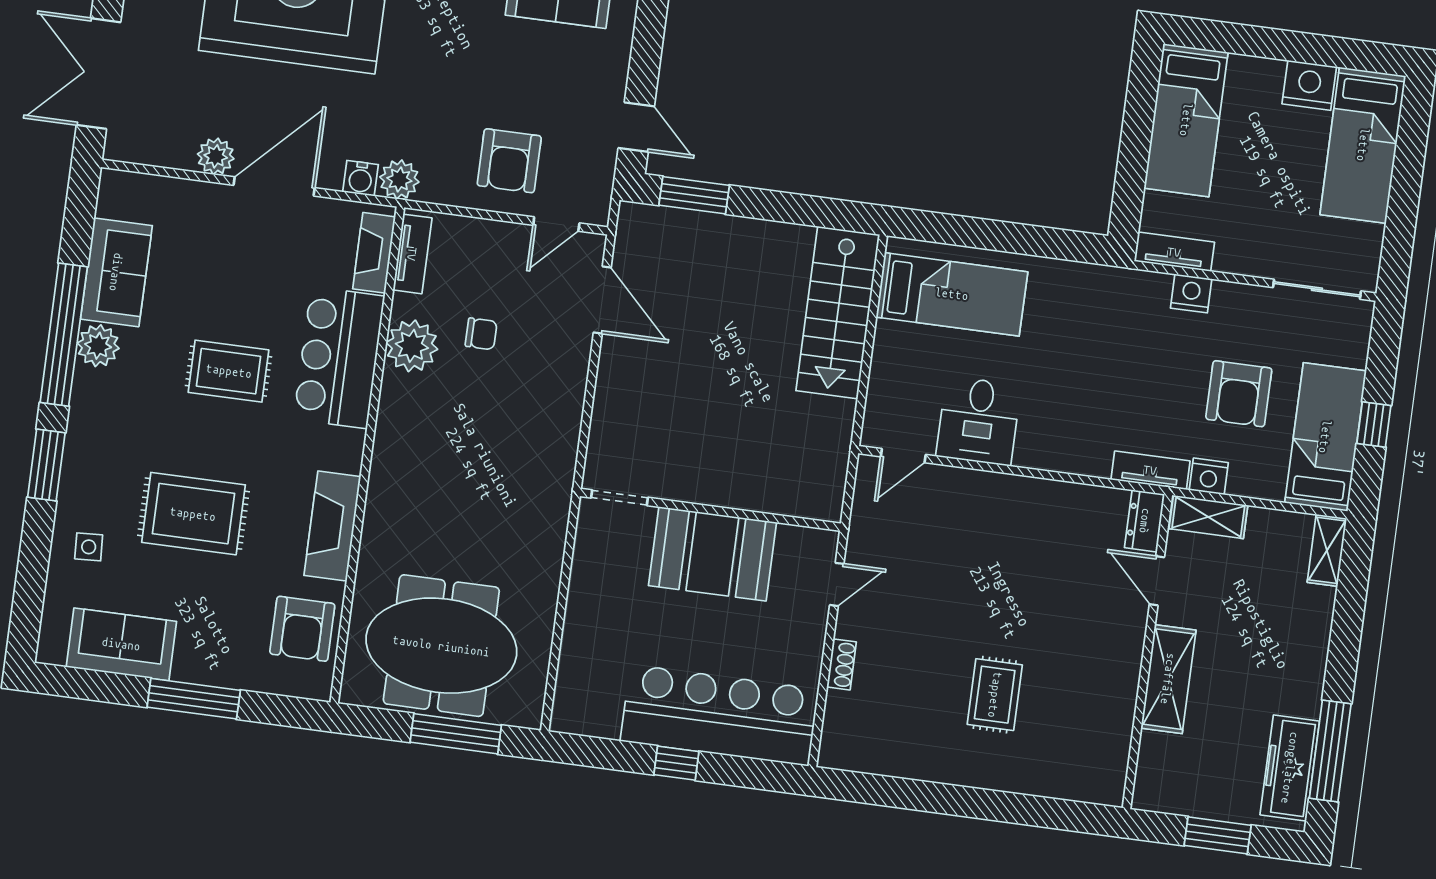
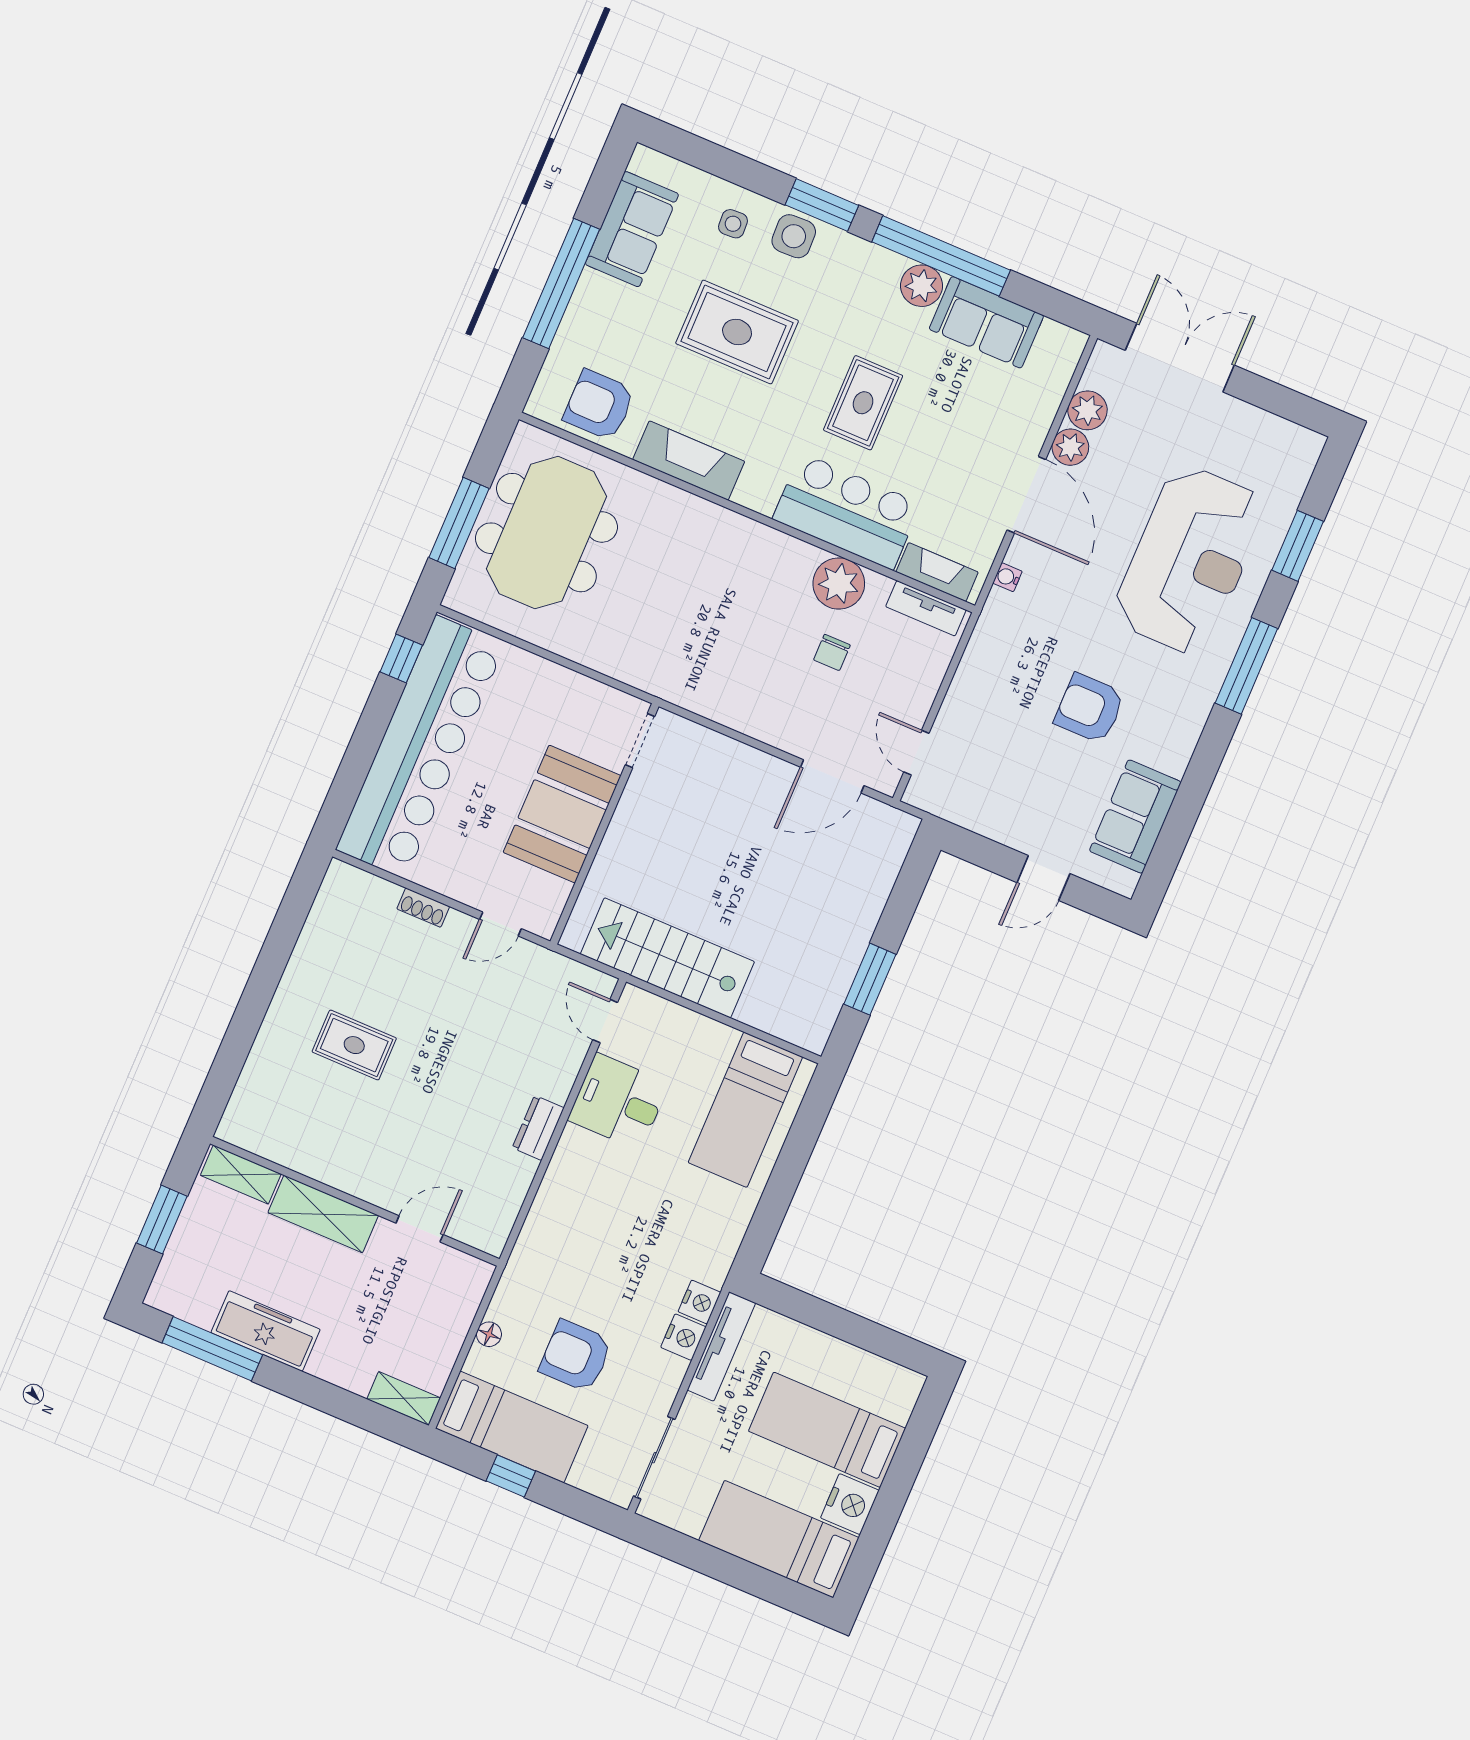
bed: (1186, 120) -> (827, 1430), moved
door: (636, 127) -> (1043, 878), moved
armchair: (509, 161) -> (1089, 708), moved
water cooler: (361, 178) -> (1007, 577), width x0.72, depth x0.72
plant: (399, 179) -> (1087, 410), moved
window: (694, 195) -> (870, 979), moved
tv unit: (1174, 252) -> (721, 1346), width x1.41
stairs: (838, 313) -> (667, 958), moved
tv unit: (1150, 470) -> (526, 1252), removed
nightstand: (1209, 476) -> (699, 1302), moved, turned 180
side table: (84, 484) -> (794, 236), added
floor lamp: (1241, 484) -> (489, 1334), added
rug: (193, 514) -> (737, 332), turned 90
shelving: (1208, 517) -> (241, 1175), moved, turned 90
dresser: (1145, 521) -> (538, 1128), moved, turned -90
door: (837, 584) -> (500, 924), hinge flipped
window: (194, 699) -> (561, 283), width x1.46
bar counter: (720, 715) -> (420, 747), width x1.36
window: (676, 763) -> (401, 659), moved
freezer: (1290, 768) -> (266, 1331), moved

